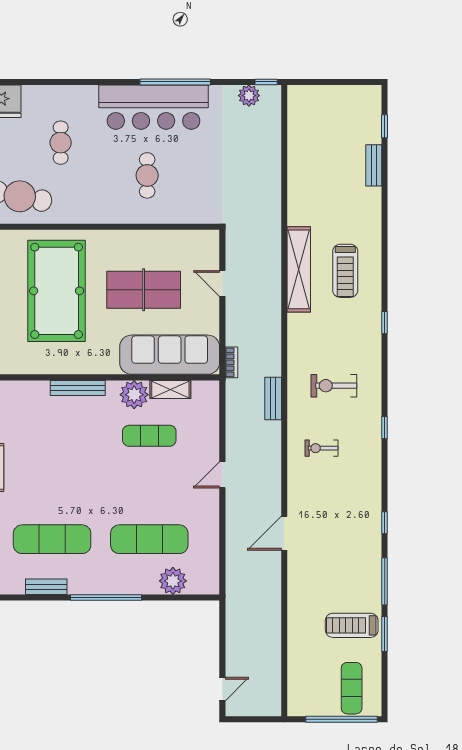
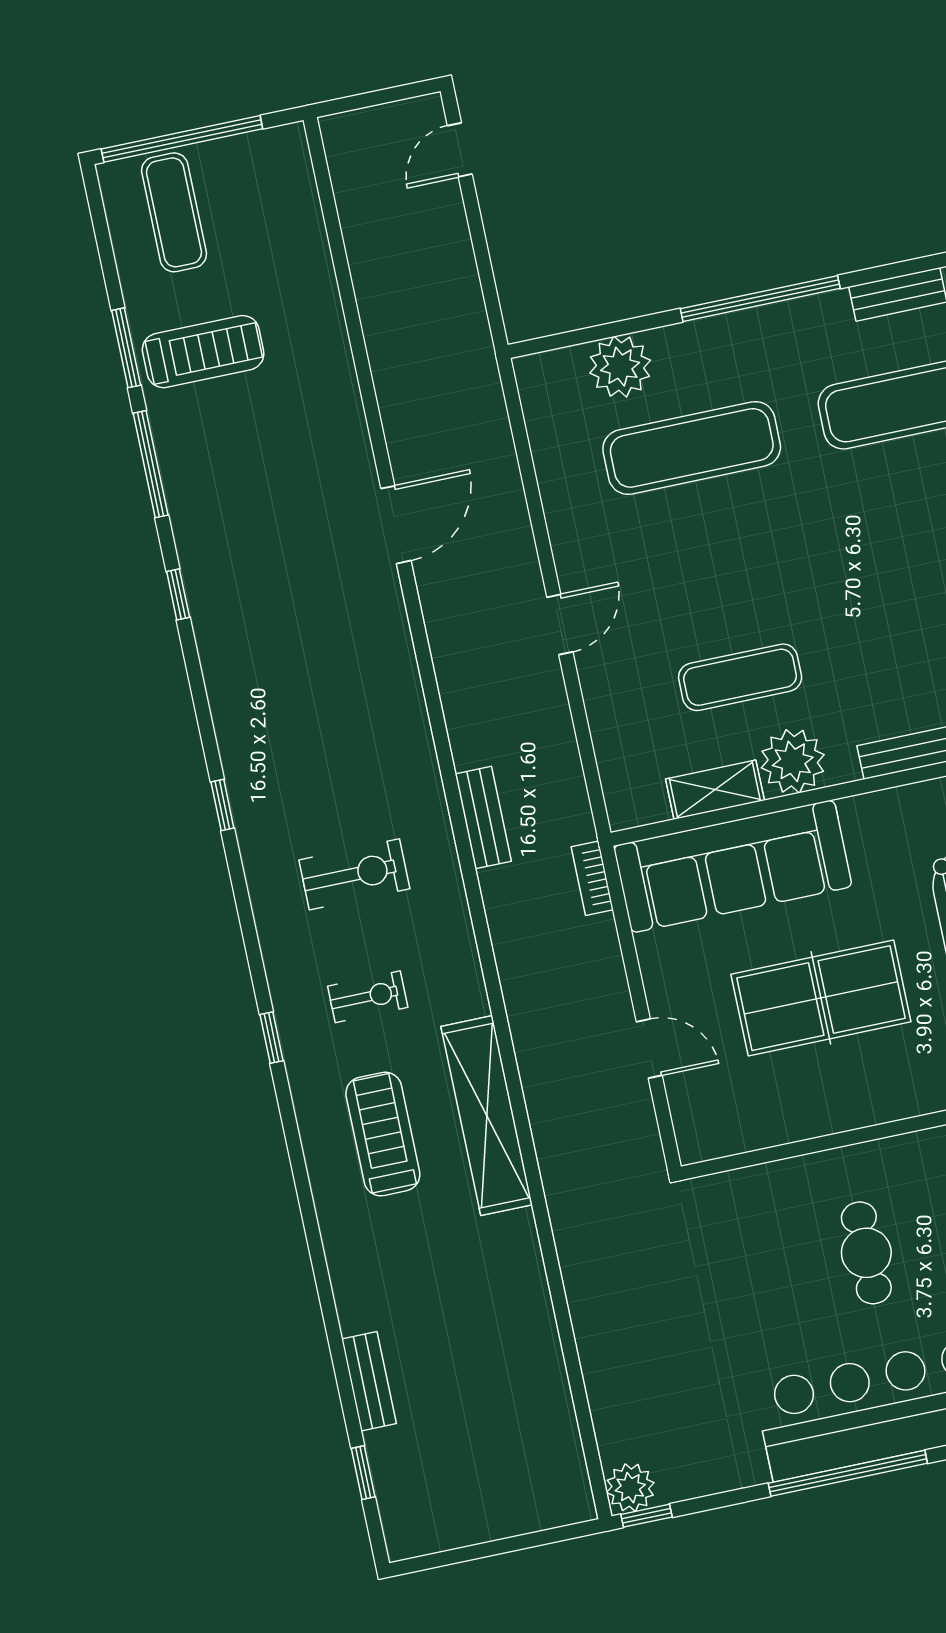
plant: (249, 96) -> (630, 1488), moved
exercise bike: (321, 448) -> (368, 997), moved

